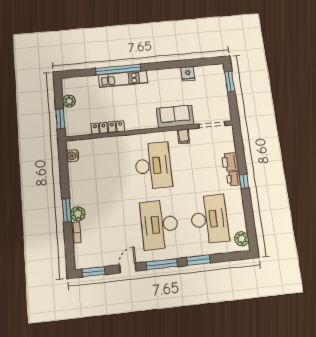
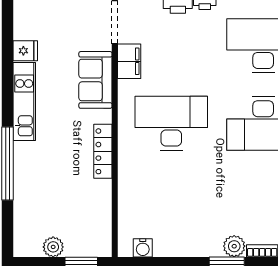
kitchen unit: (123, 79) -> (24, 102), moved
locker: (108, 128) -> (103, 151), moved
filing cabinet: (184, 136) -> (129, 61), width x2.00

